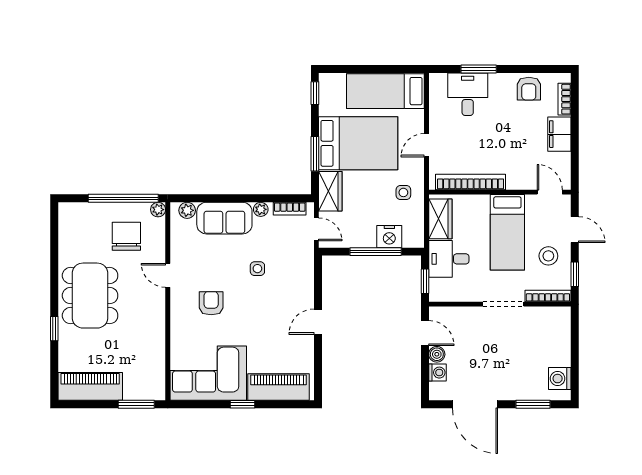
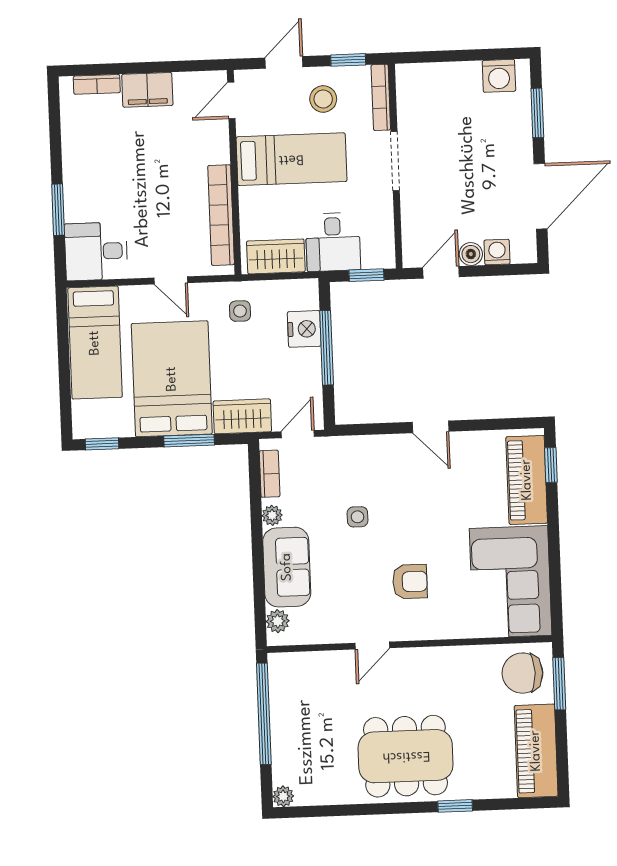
armchair: (529, 89) -> (84, 136), removed
desk: (468, 94) -> (96, 251), moved
plant: (158, 210) -> (283, 796), moved
chair: (126, 236) -> (522, 673), moved
armchair: (211, 303) -> (410, 582), turned 180
window: (243, 404) -> (551, 465), moved

